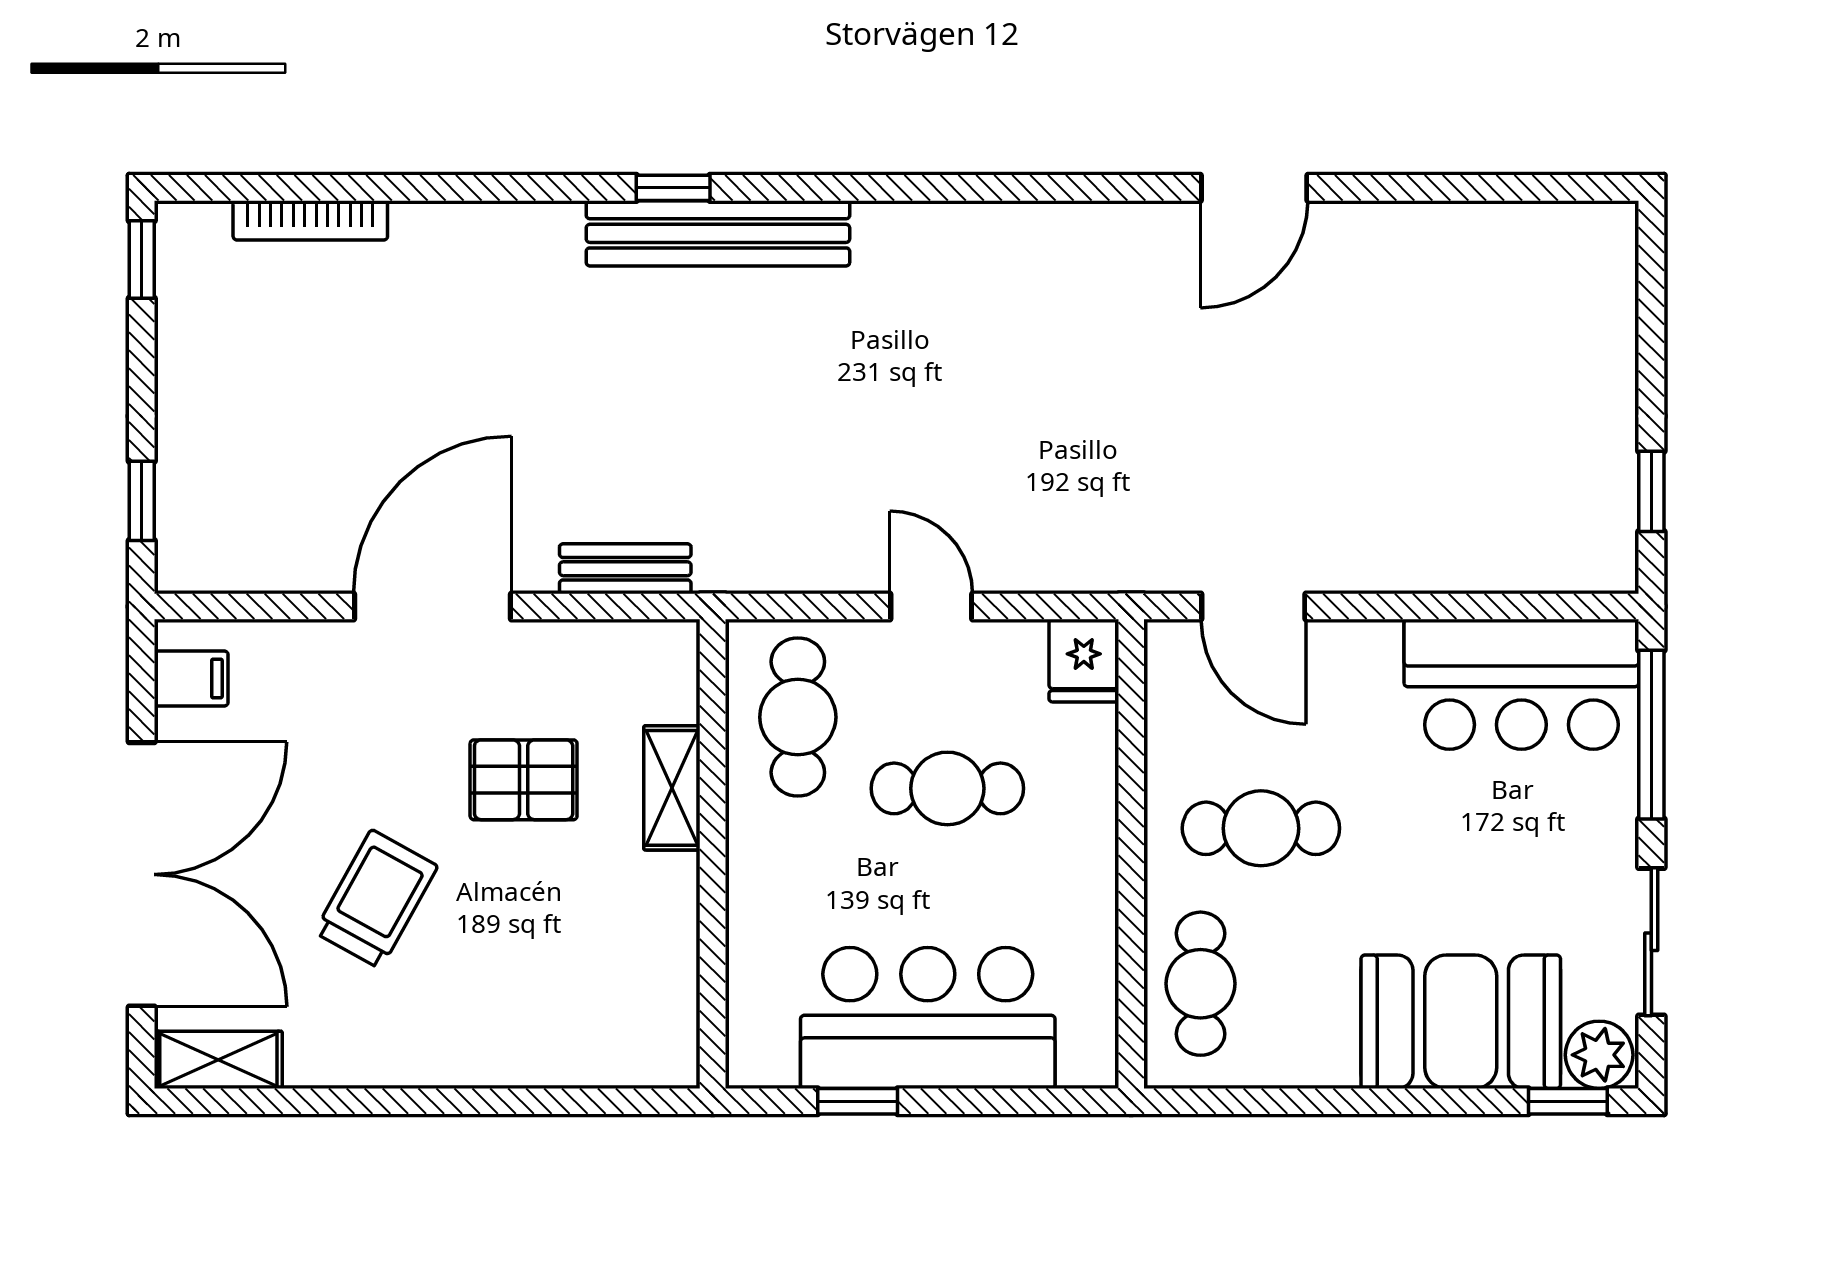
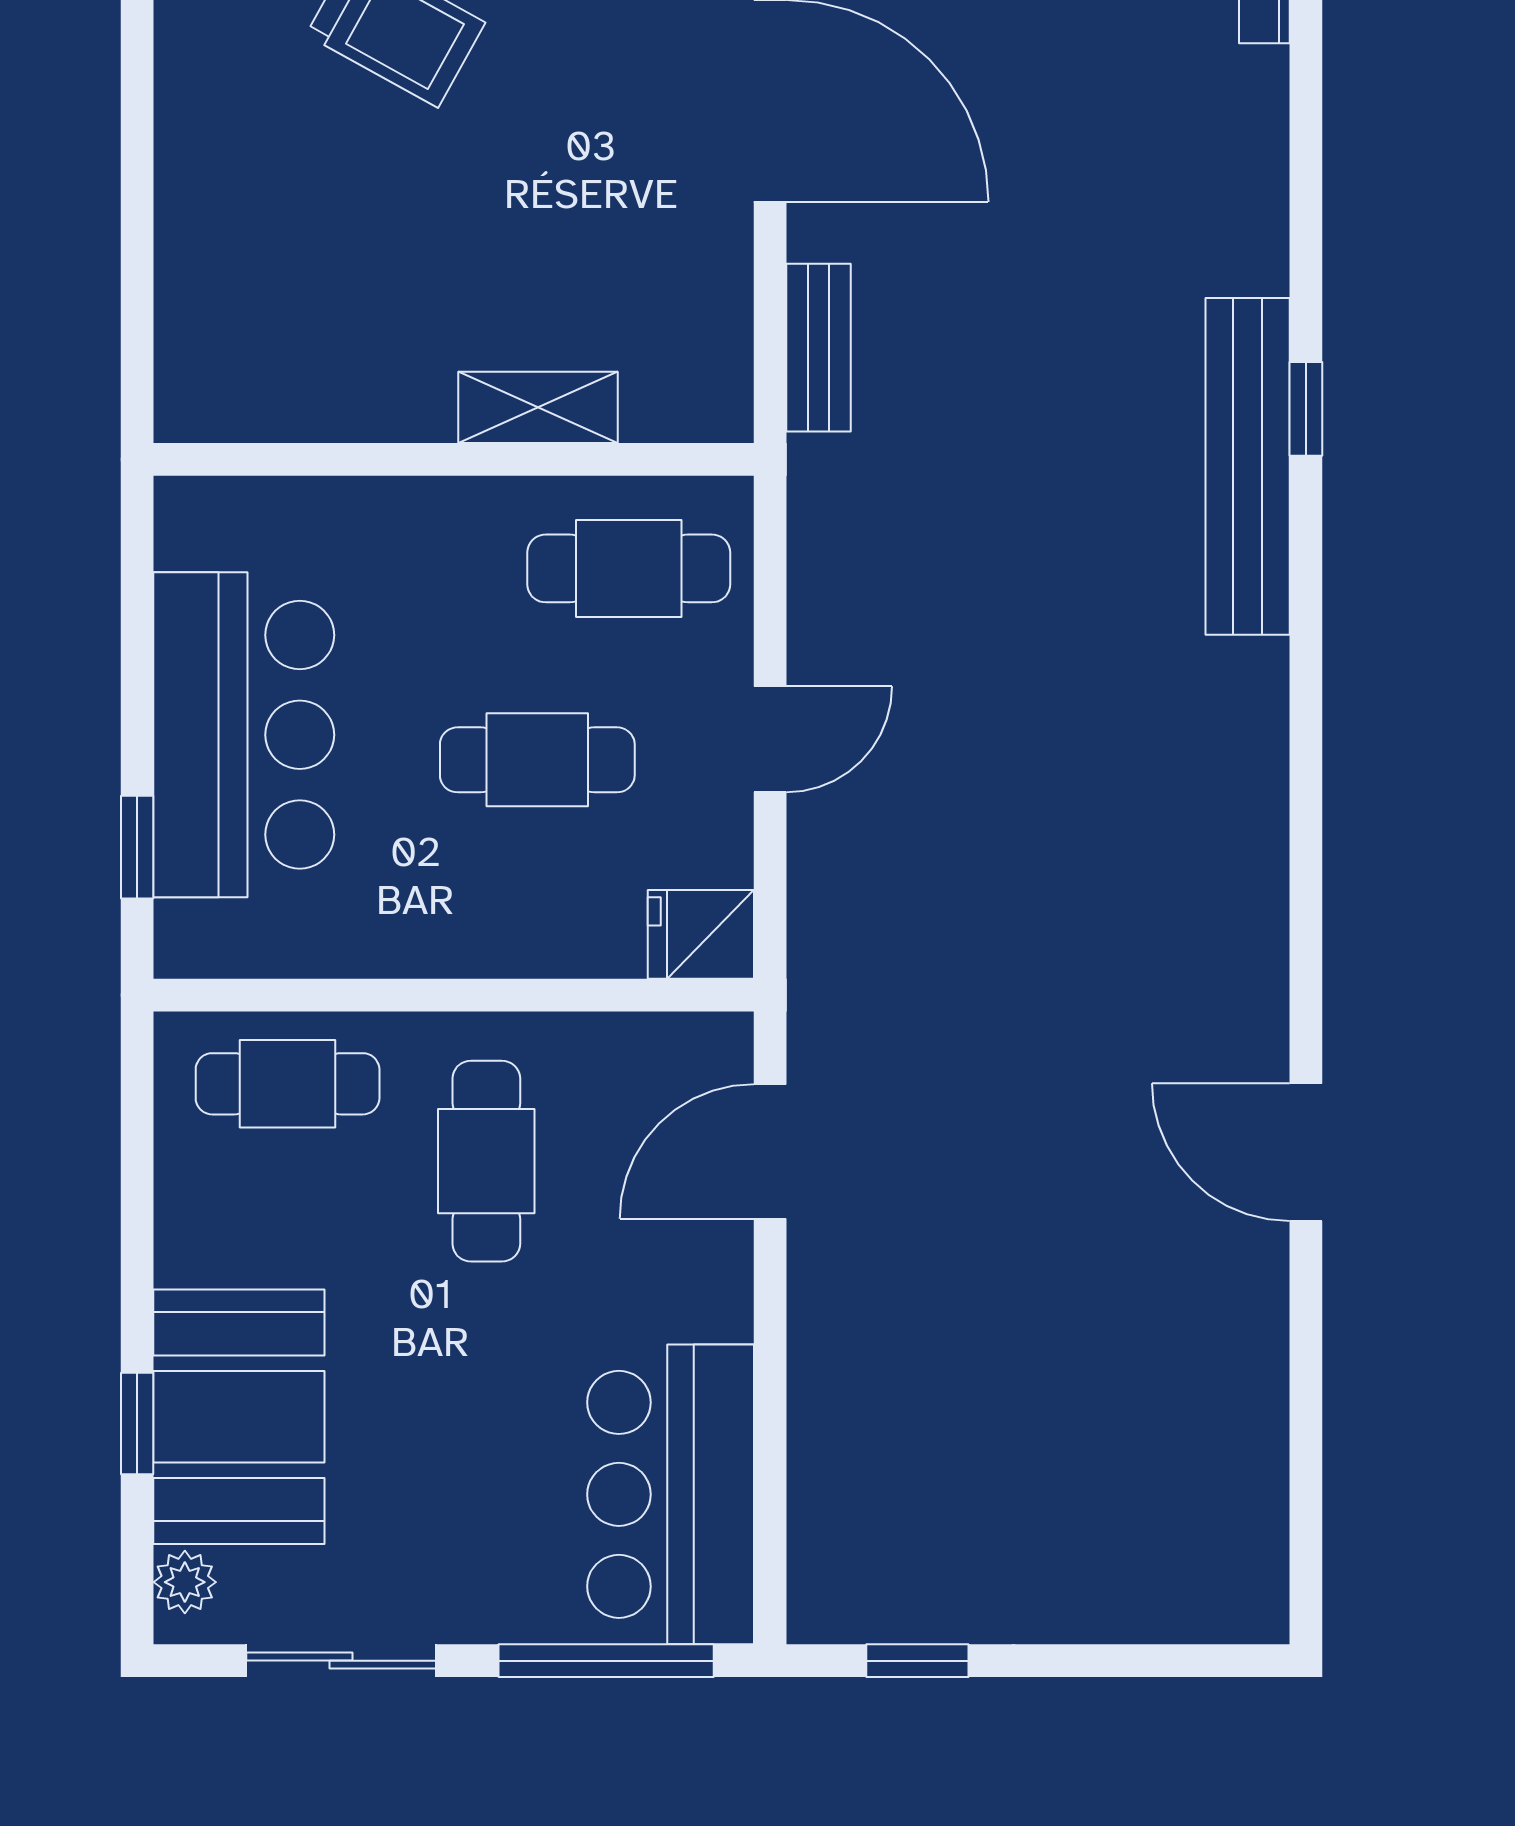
pallet: (524, 780) -> (548, 218), removed
cafe table: (947, 788) -> (537, 760), turned 90
plant: (1599, 1055) -> (185, 1582), width x0.73, depth x0.73
window: (858, 1101) -> (137, 847), moved
window: (1568, 1101) -> (137, 1424), moved

